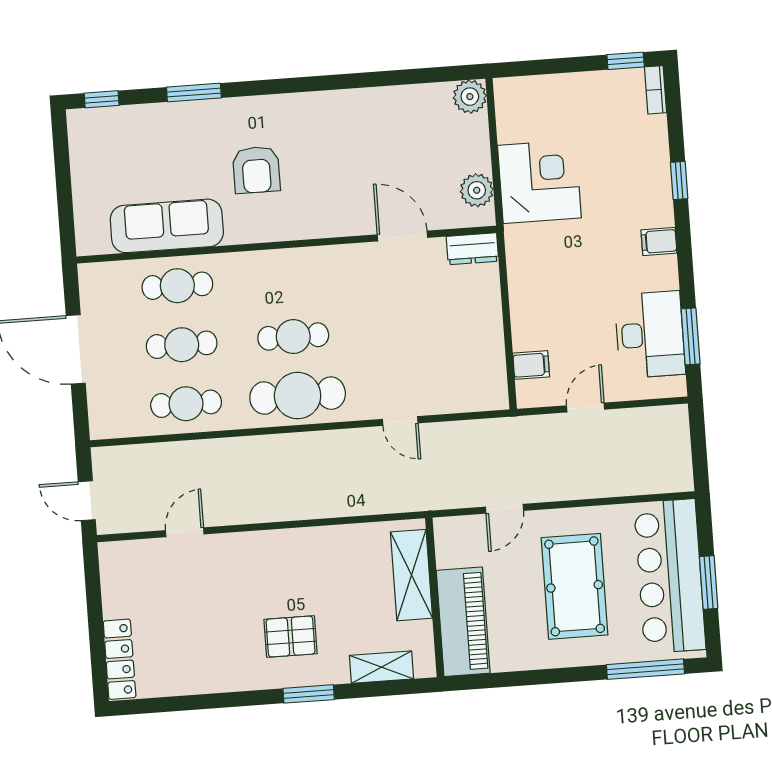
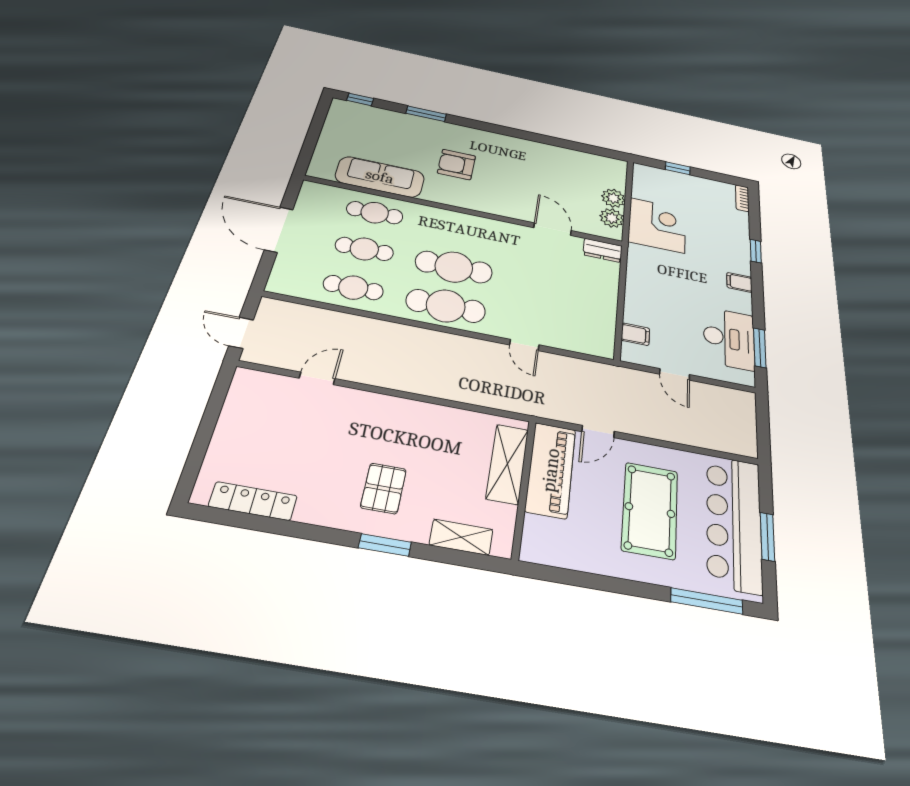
window: (626, 61) -> (678, 168), moved
plant: (470, 97) -> (613, 198), moved
armchair: (256, 170) -> (456, 164), turned 90
cafe table: (293, 337) -> (454, 267), width x1.37, depth x1.35
door: (586, 407) -> (675, 374), swing flipped
piano: (463, 622) -> (551, 470), moved
pallet: (291, 637) -> (384, 488), turned 90
locker: (120, 659) -> (253, 501), moved, turned -90

